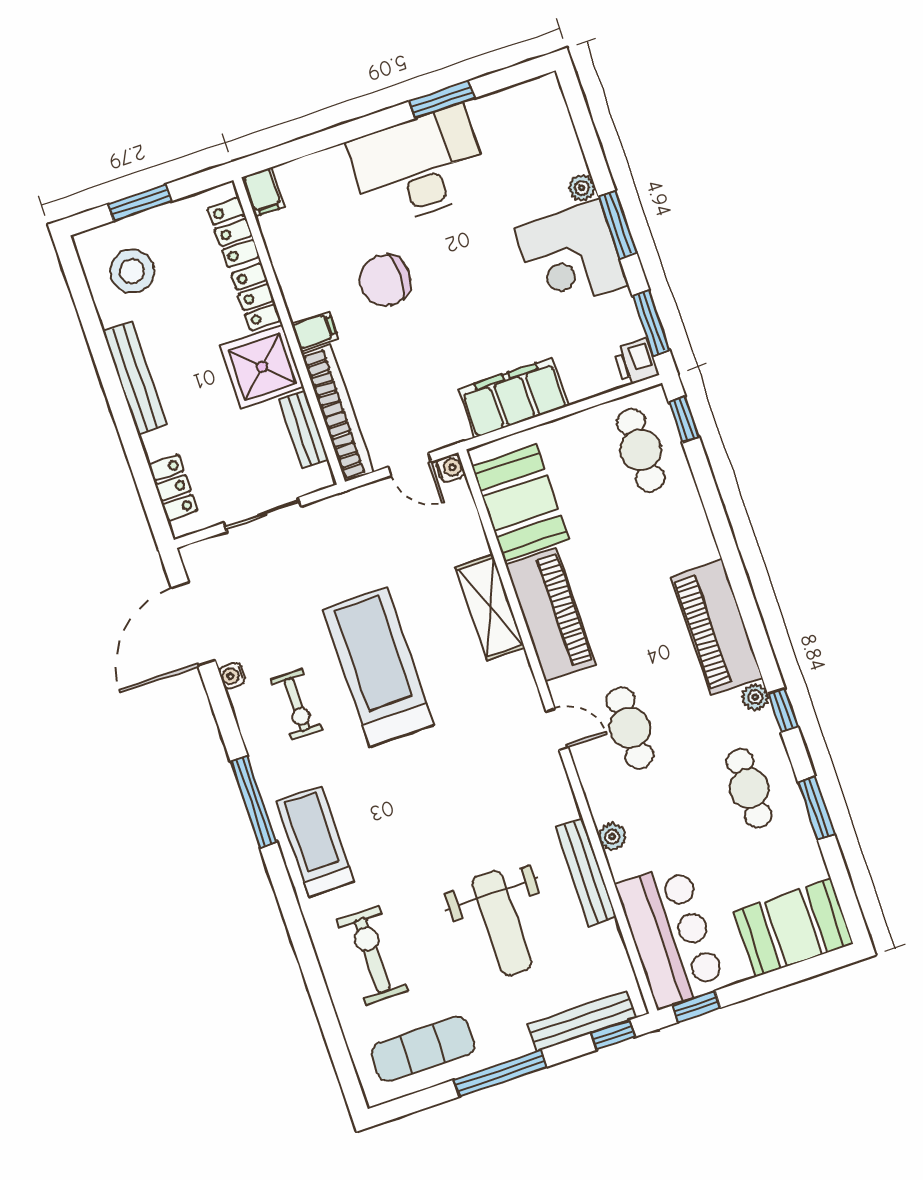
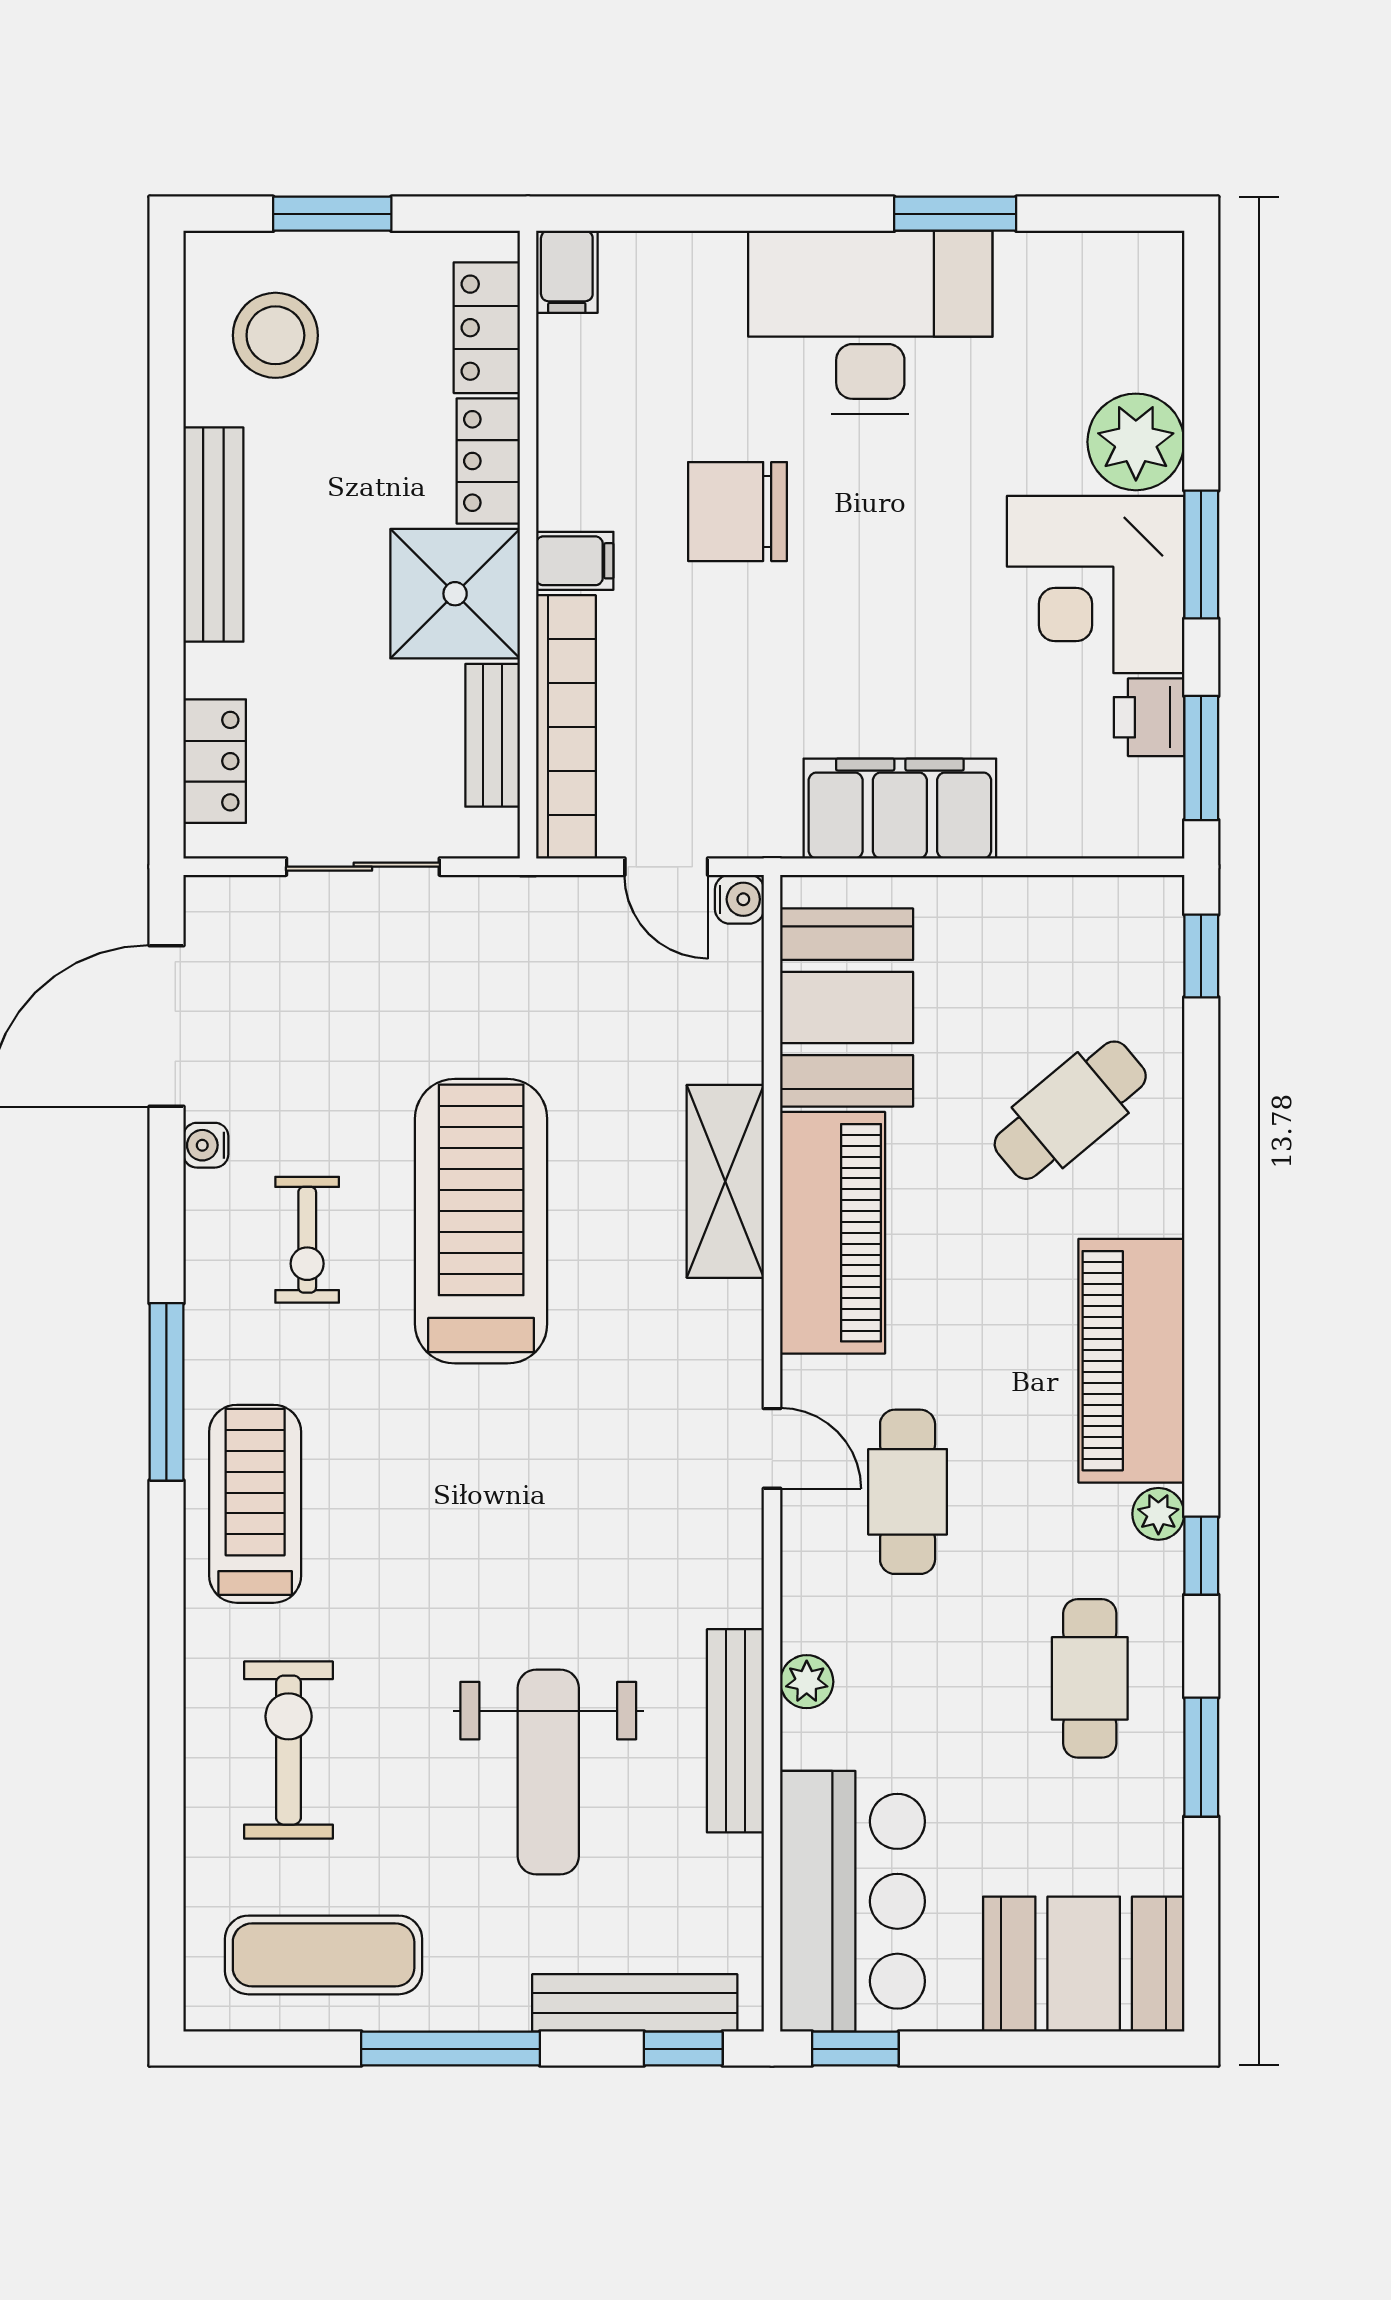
plant: (582, 188) -> (1136, 442), width x1.88, depth x1.88
printer: (636, 362) -> (1149, 717), moved
cafe table: (641, 450) -> (1070, 1110), moved, turned 50

